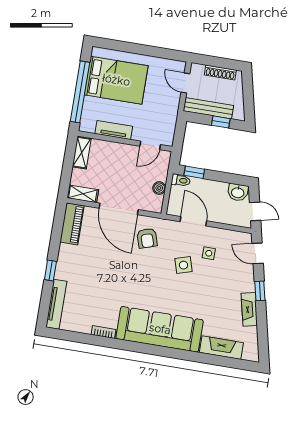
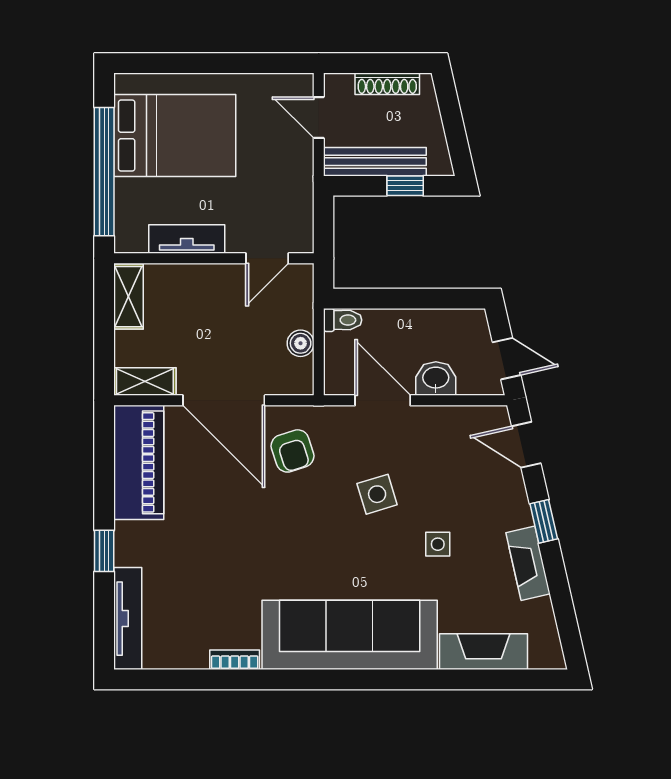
window: (194, 172) -> (368, 299), removed
washbasin: (238, 192) -> (436, 379), moved, turned 180
piano: (72, 224) -> (139, 462), width x1.37, depth x1.33
side table: (209, 253) -> (438, 544), moved

